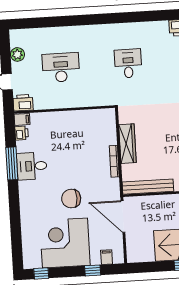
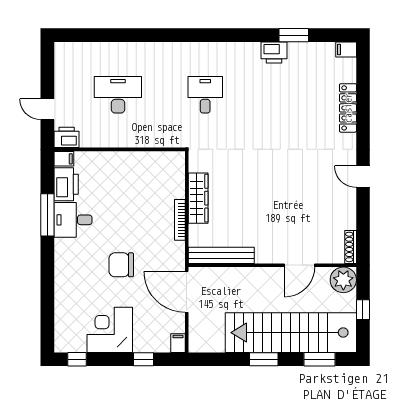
plant: (17, 54) -> (63, 75), removed
printer: (22, 133) -> (66, 184), width x1.87, depth x1.48
corner desk: (65, 243) -> (110, 330), width x0.74, depth x0.74
filing cabinet: (107, 257) -> (178, 343), moved

